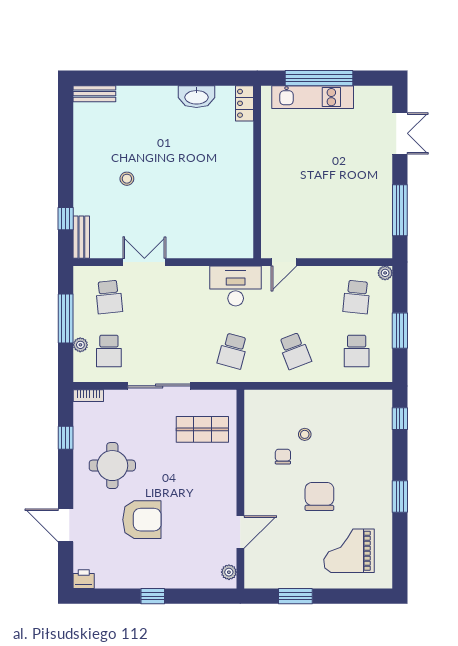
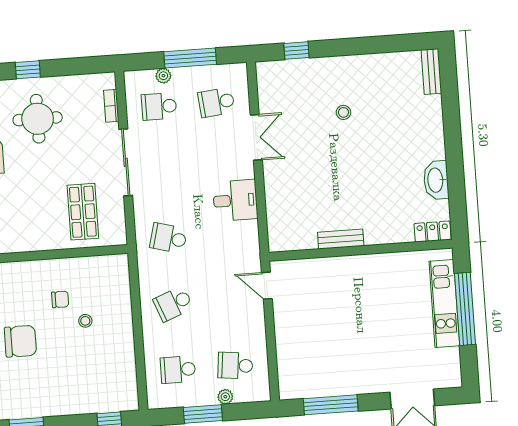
bench: (81, 237) -> (341, 239), moved
plant: (385, 273) -> (225, 397), moved
desk: (236, 286) -> (235, 200), moved, width x0.73
bookcase: (88, 396) -> (111, 106), moved
window: (66, 438) -> (28, 70), moved

